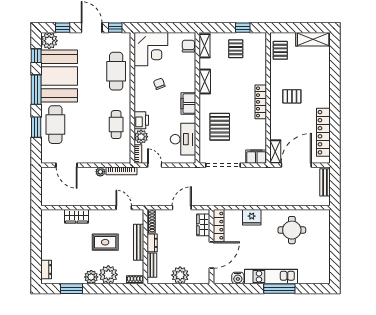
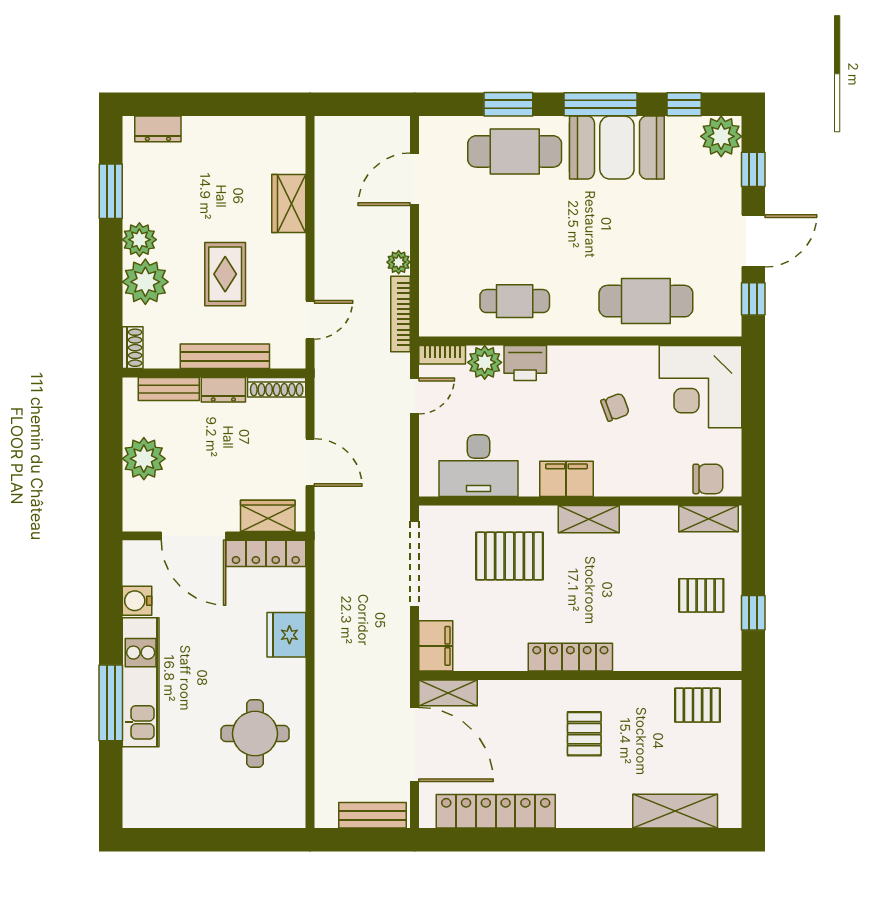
shelving: (313, 39) -> (675, 811), moved, turned 90
booth: (59, 76) -> (617, 147), width x0.73, depth x0.70
shelving: (205, 82) -> (589, 519), moved

